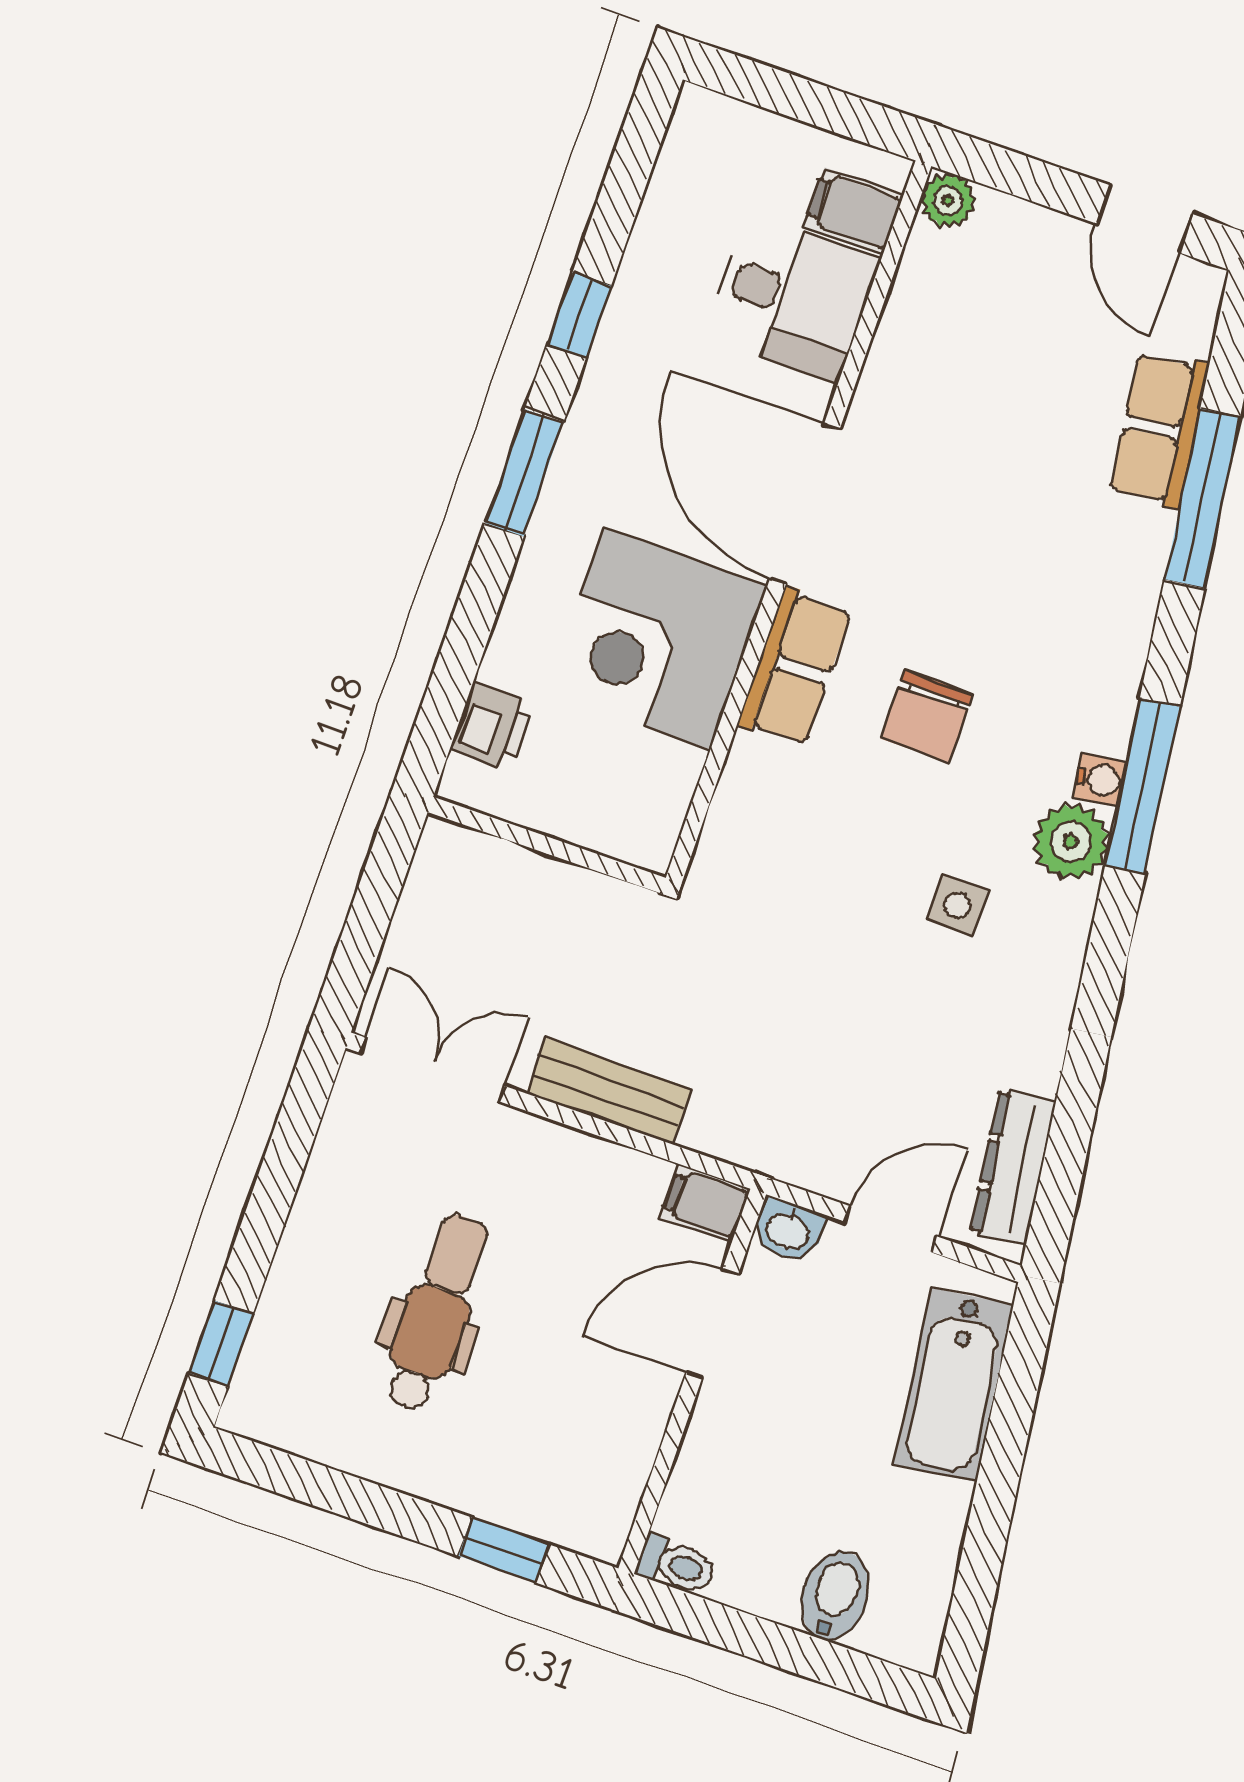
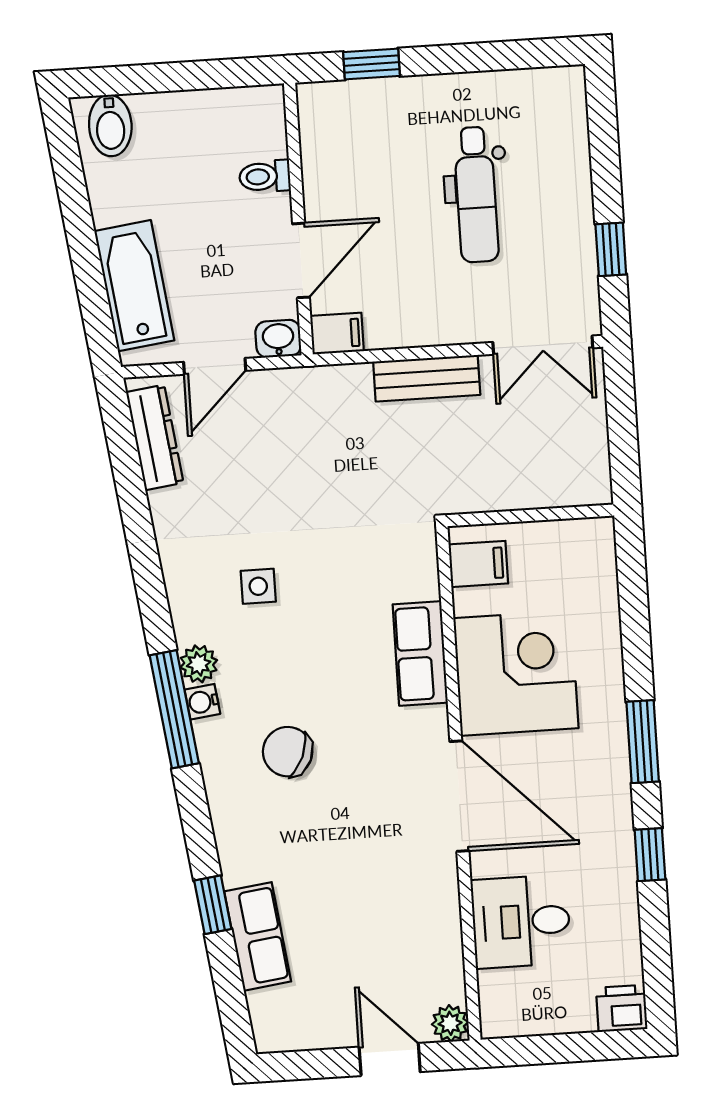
filing cabinet: (854, 211) -> (478, 564), moved
door: (1145, 219) -> (390, 1059), moved
window: (1202, 498) -> (213, 905), width x0.46
row of seats: (795, 667) -> (420, 654), moved
chair: (927, 716) -> (288, 752), moved, turned -67
printer: (492, 726) -> (622, 1008), moved, turned 90
plant: (1071, 842) -> (199, 664), width x0.73, depth x0.73
window: (221, 1343) -> (611, 249), moved
toilet: (676, 1565) -> (265, 176), moved
bidet: (835, 1596) -> (110, 125), moved

